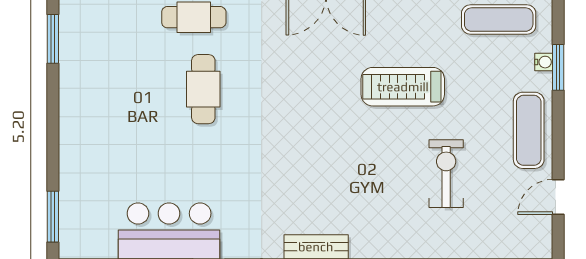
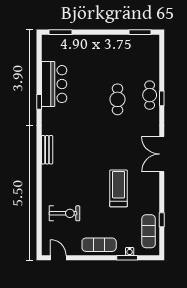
cafe table: (203, 89) -> (117, 99), turned 90
exercise bike: (446, 174) -> (64, 213), moved
door: (558, 197) -> (58, 258), moved

